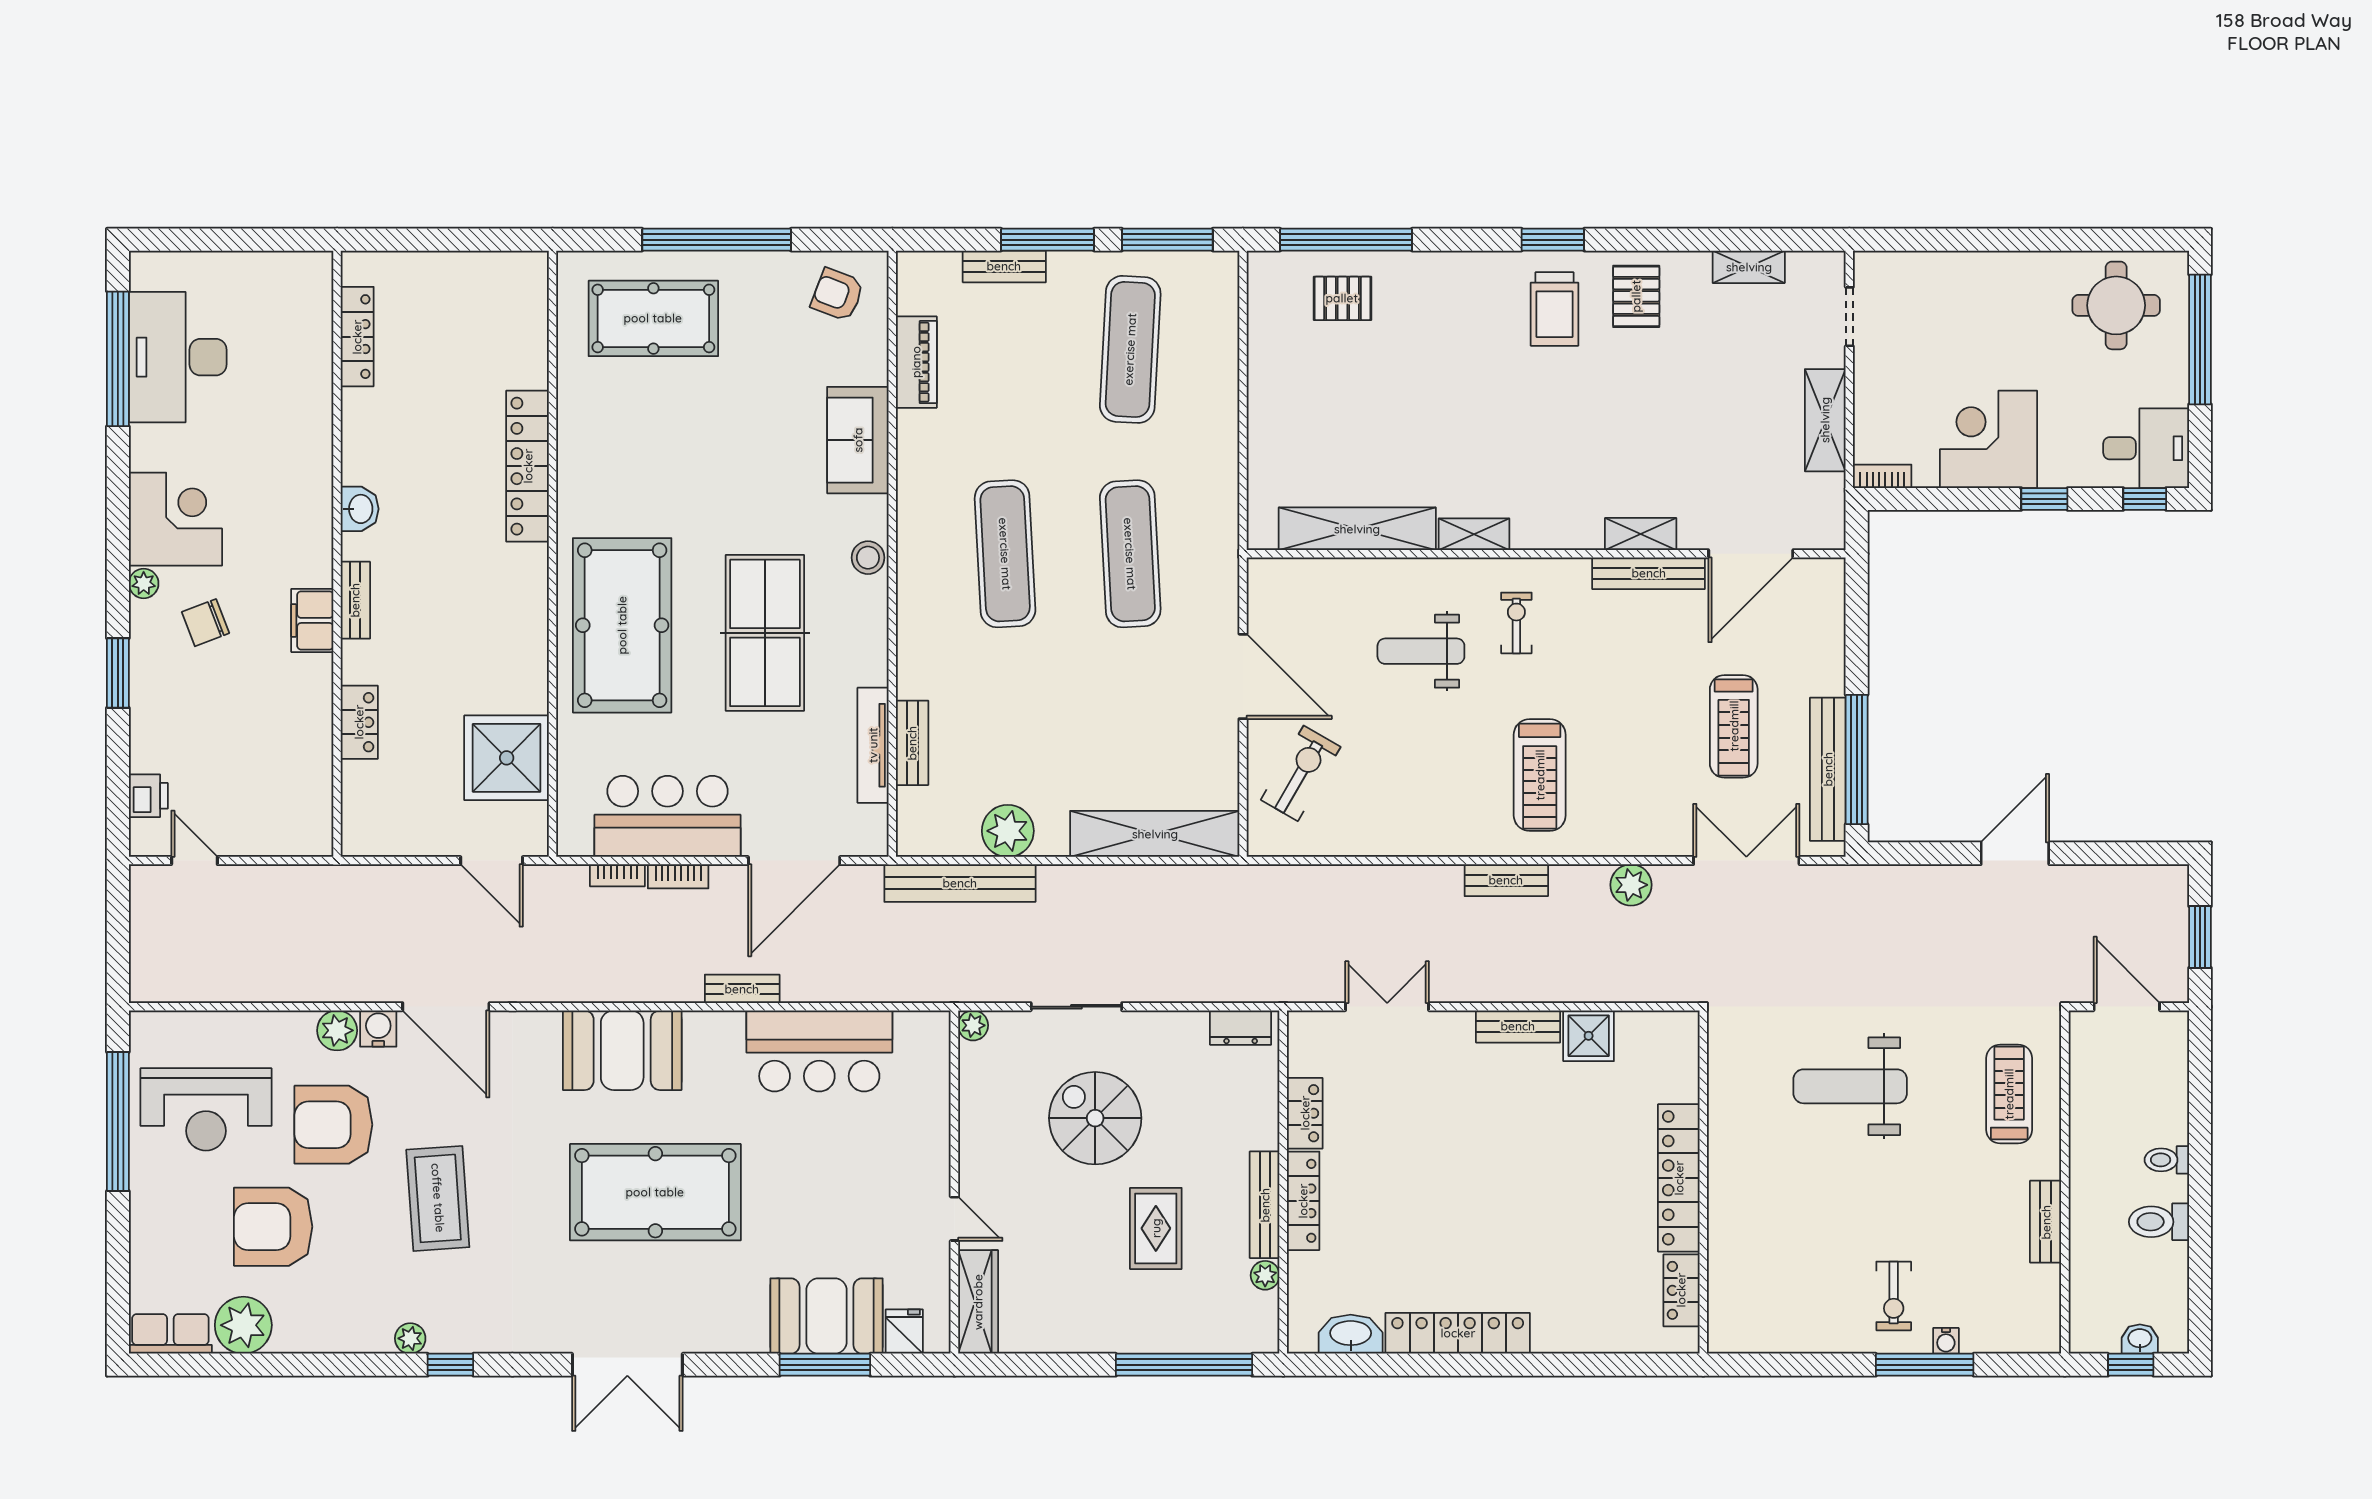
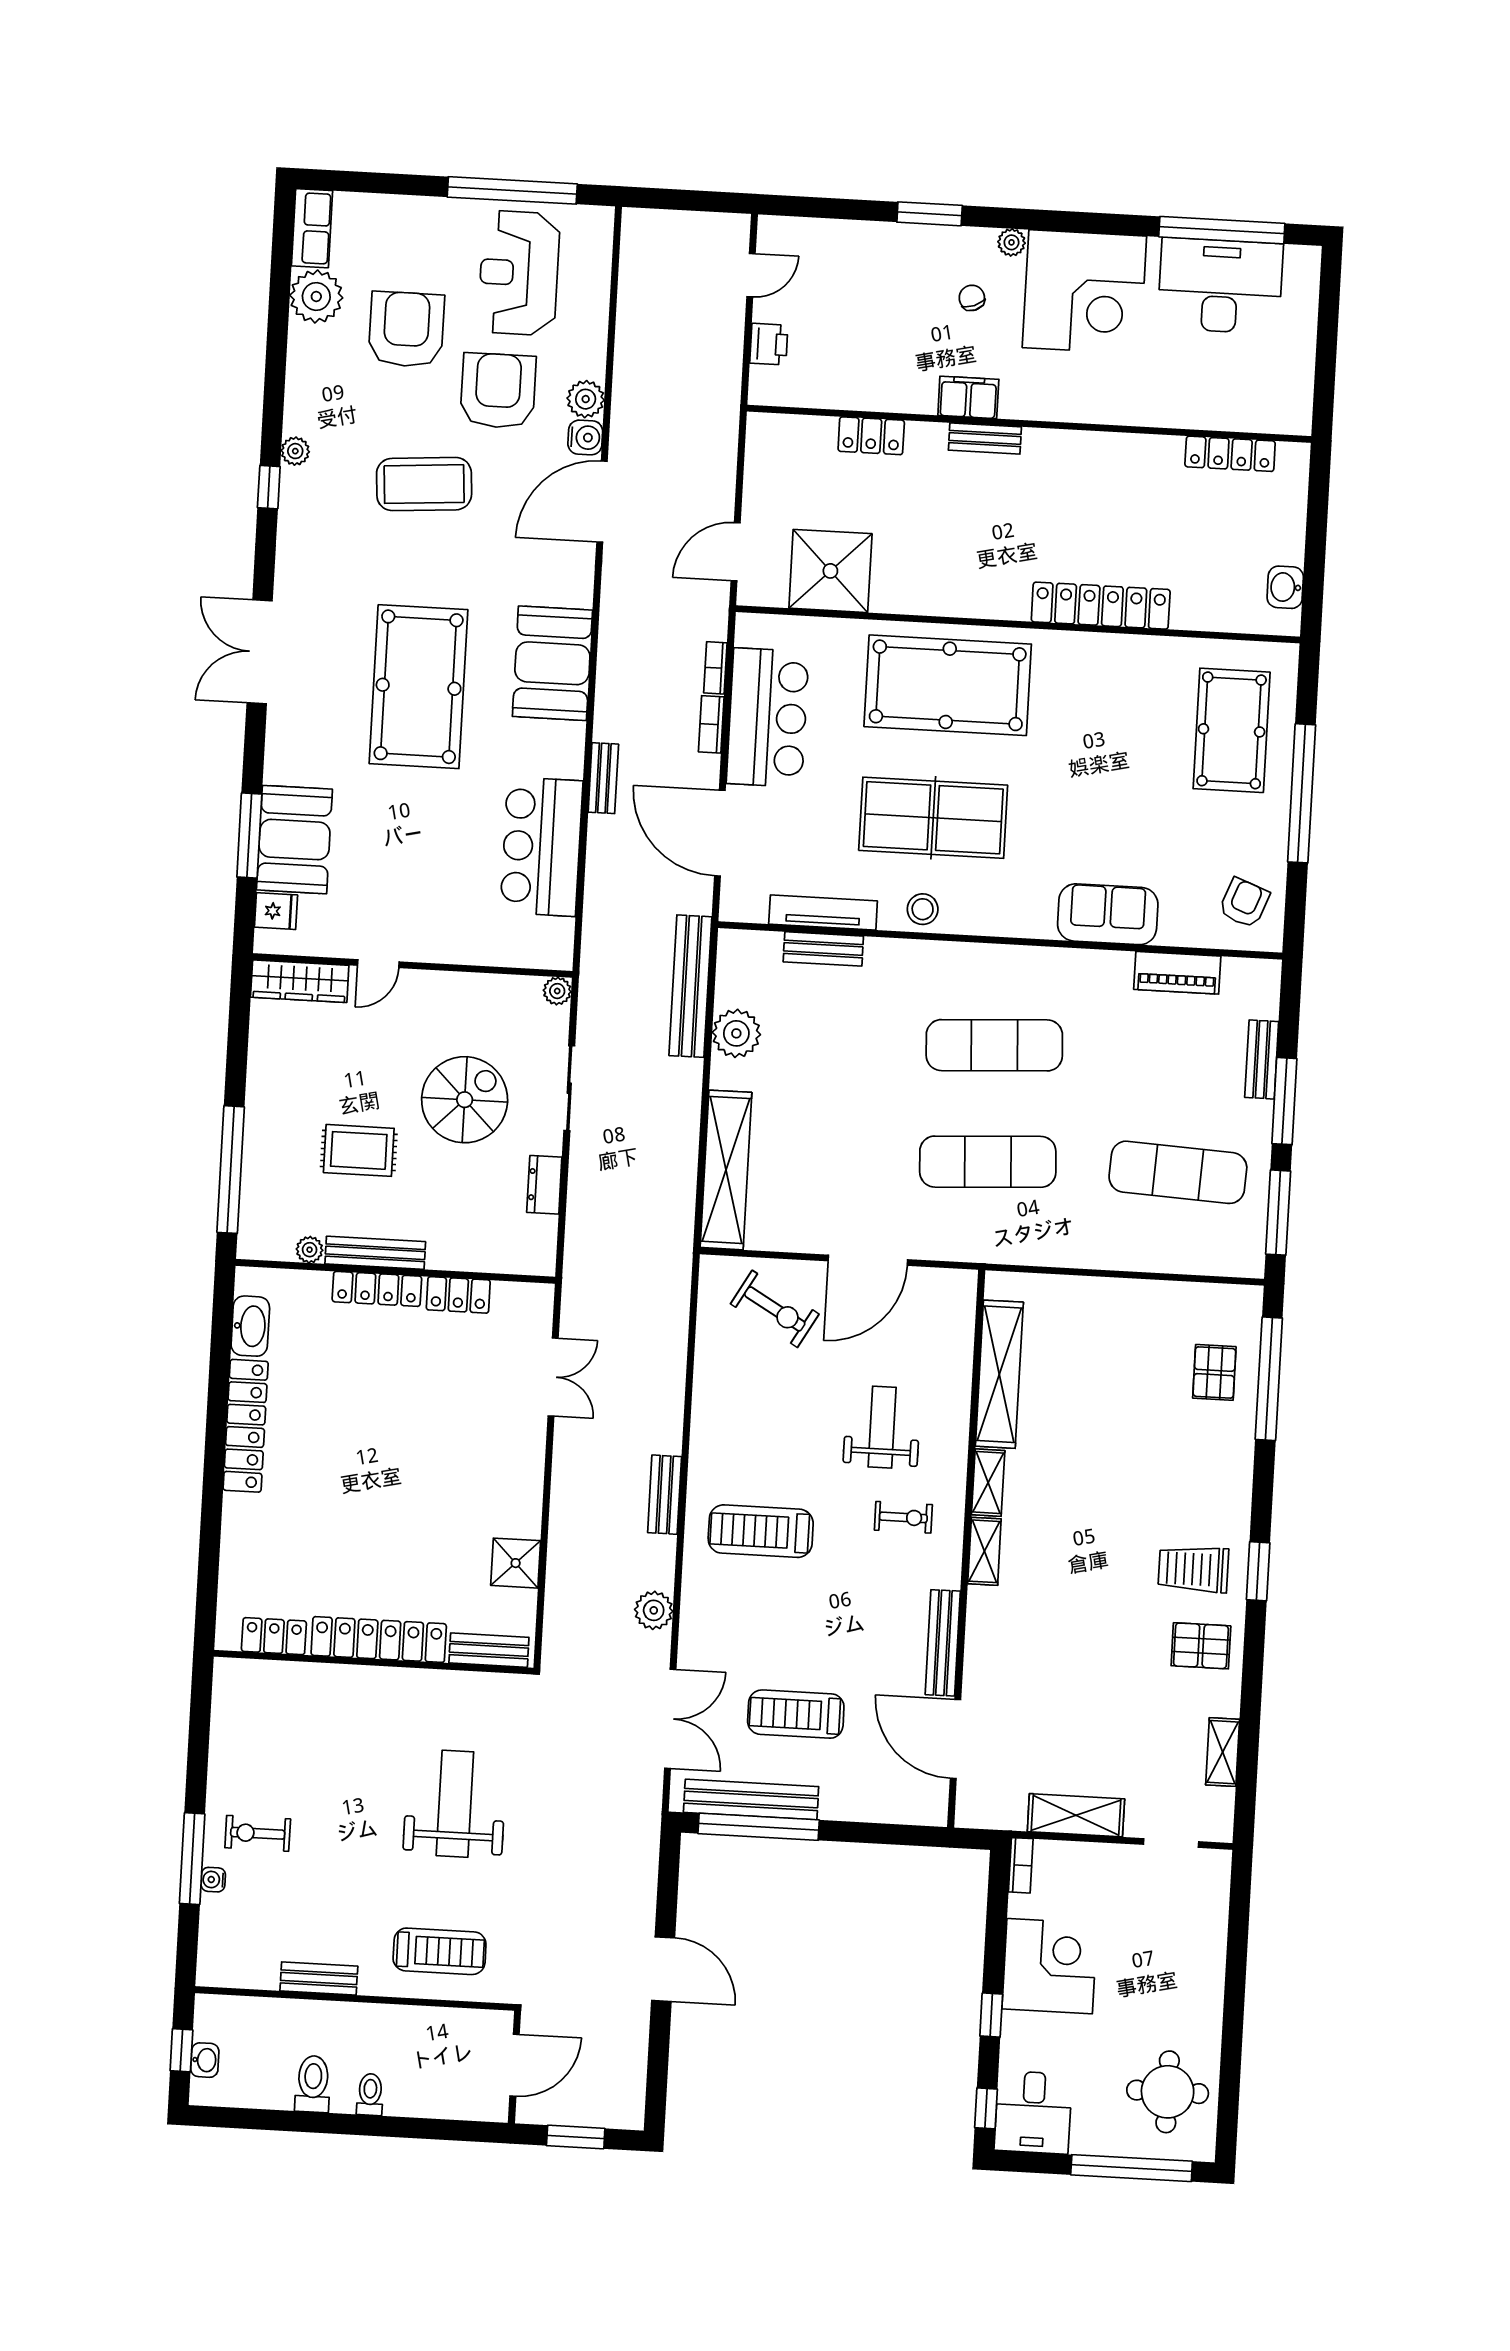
washbasin: (360, 509) -> (1285, 587), moved, turned 90
corner desk: (175, 519) -> (1084, 292), width x1.36, depth x1.36
shelving: (1641, 534) -> (984, 1551), moved
stool: (868, 558) -> (923, 909), moved
chair: (205, 623) -> (972, 298), width x0.73, depth x0.73
printer: (148, 796) -> (769, 344), moved, turned -90
bench: (1518, 1026) -> (489, 1650), moved, turned 90
dresser: (1241, 1028) -> (544, 1185), moved

